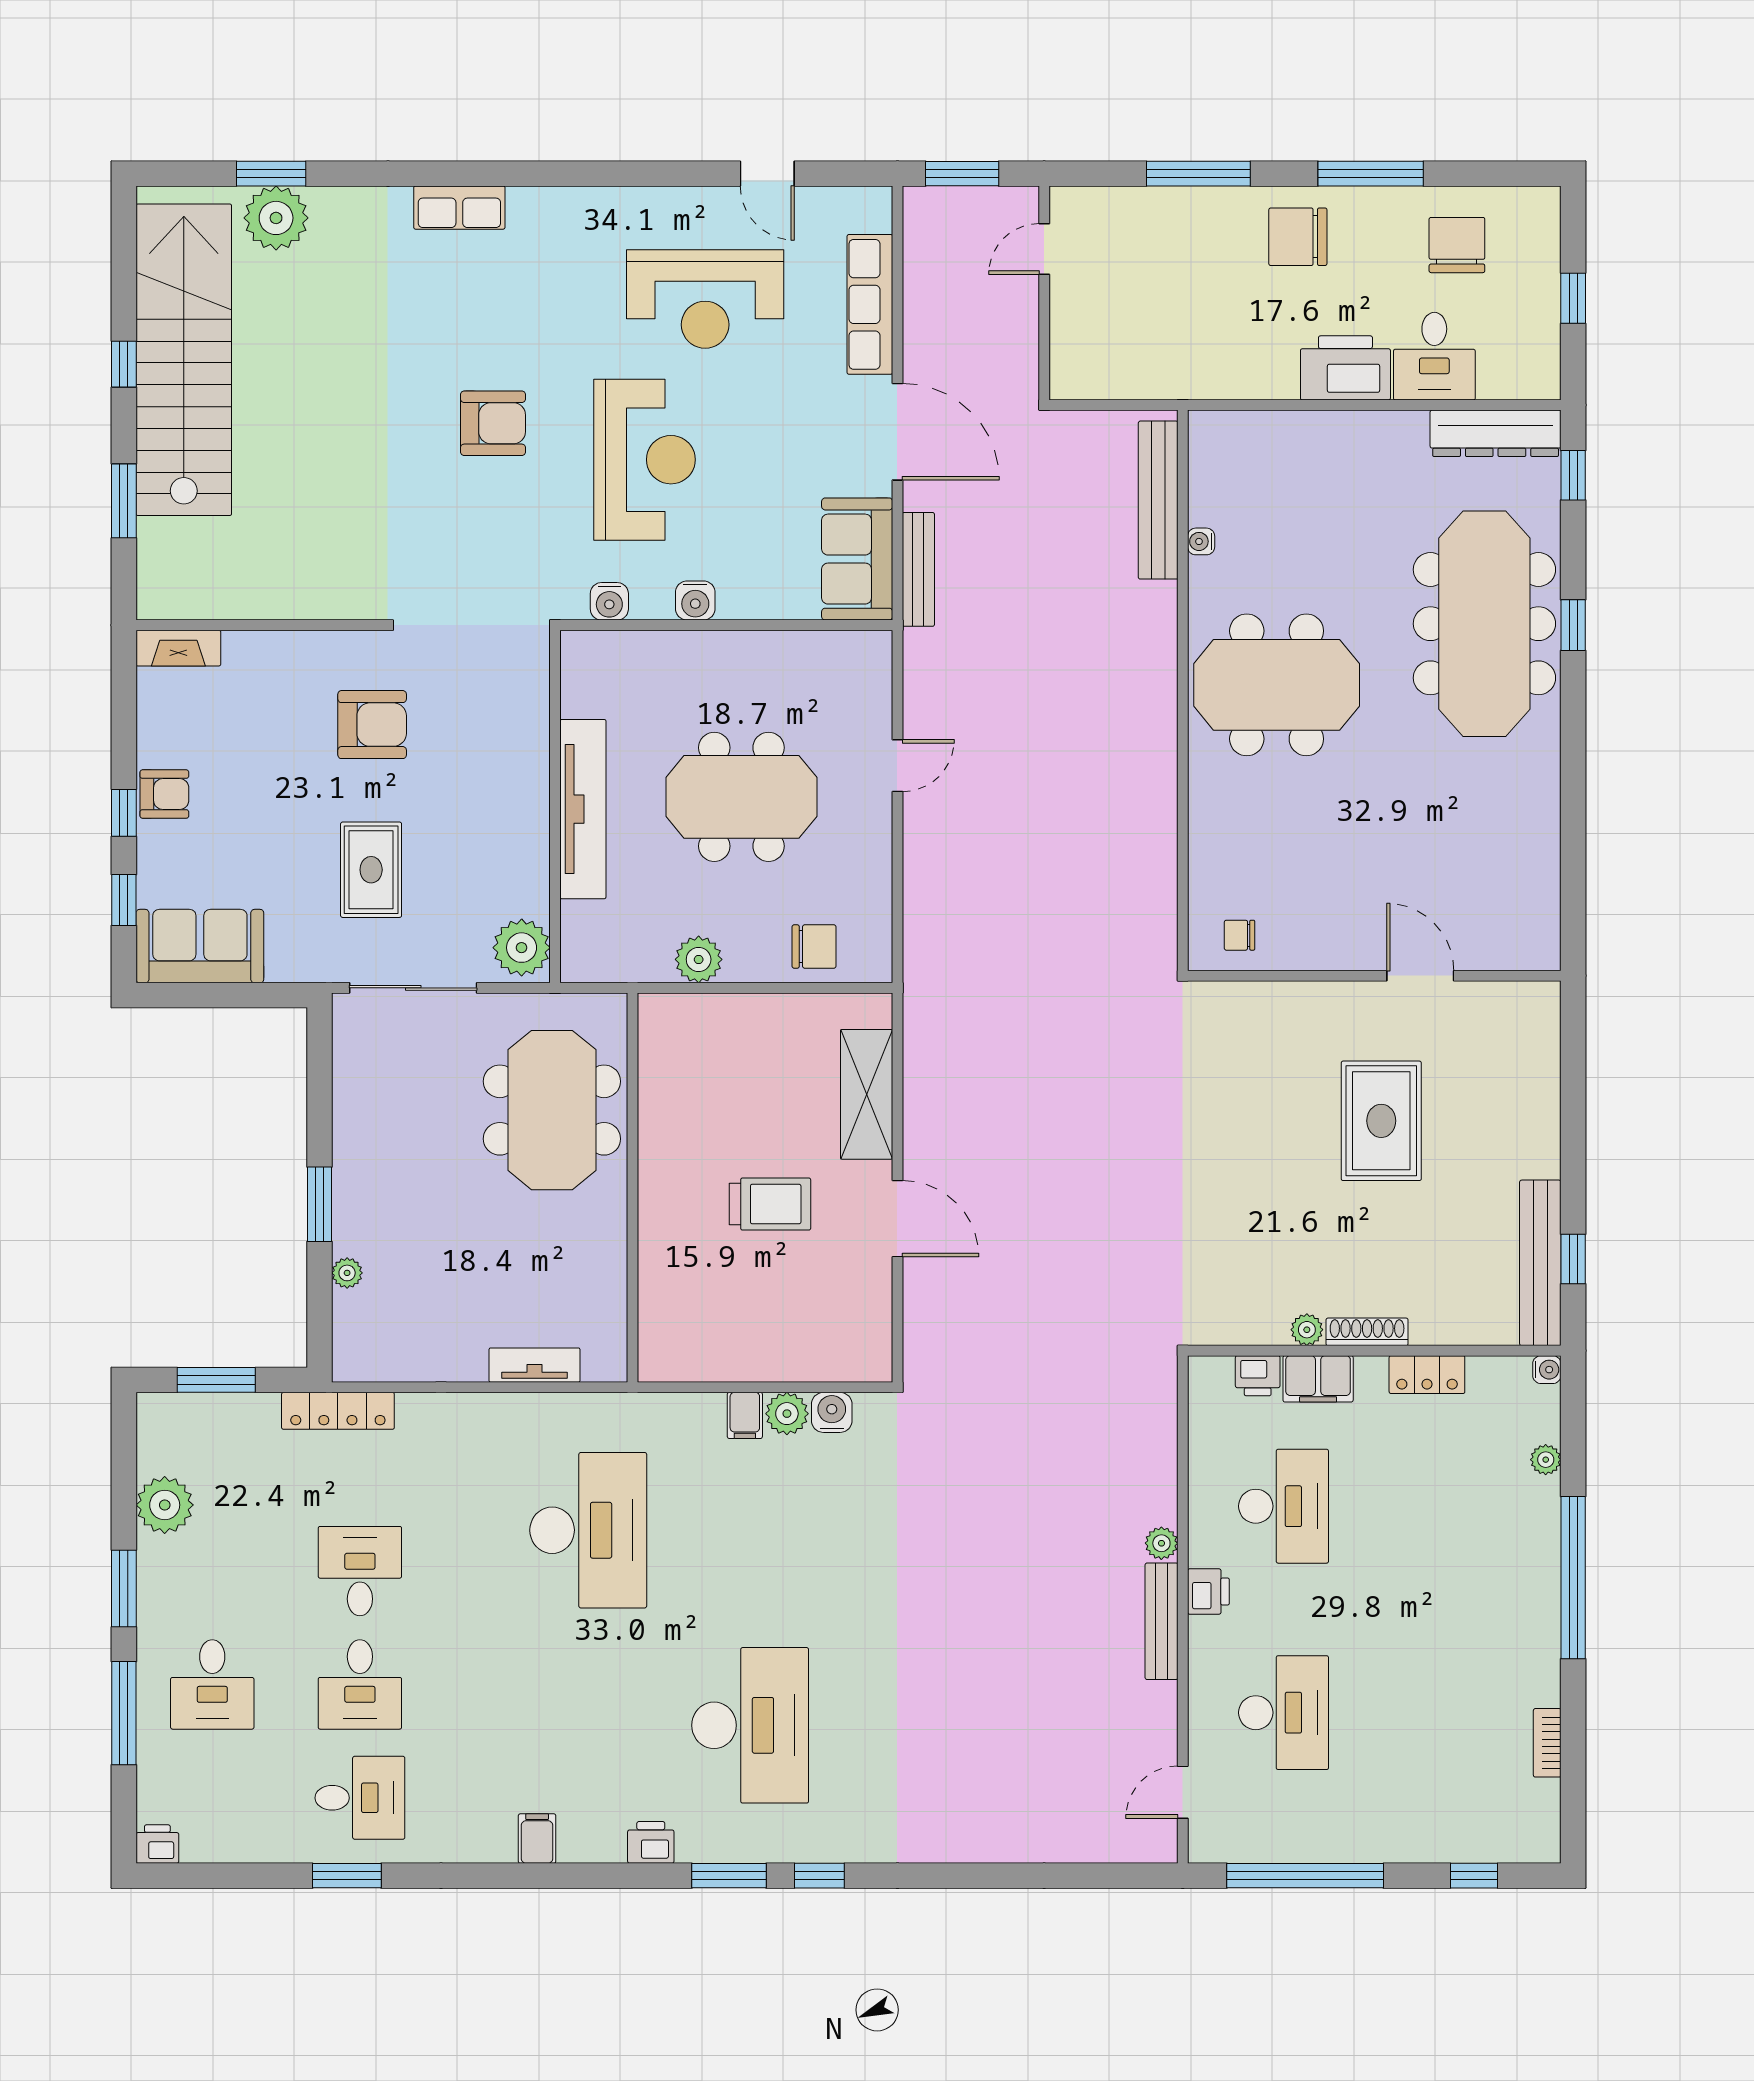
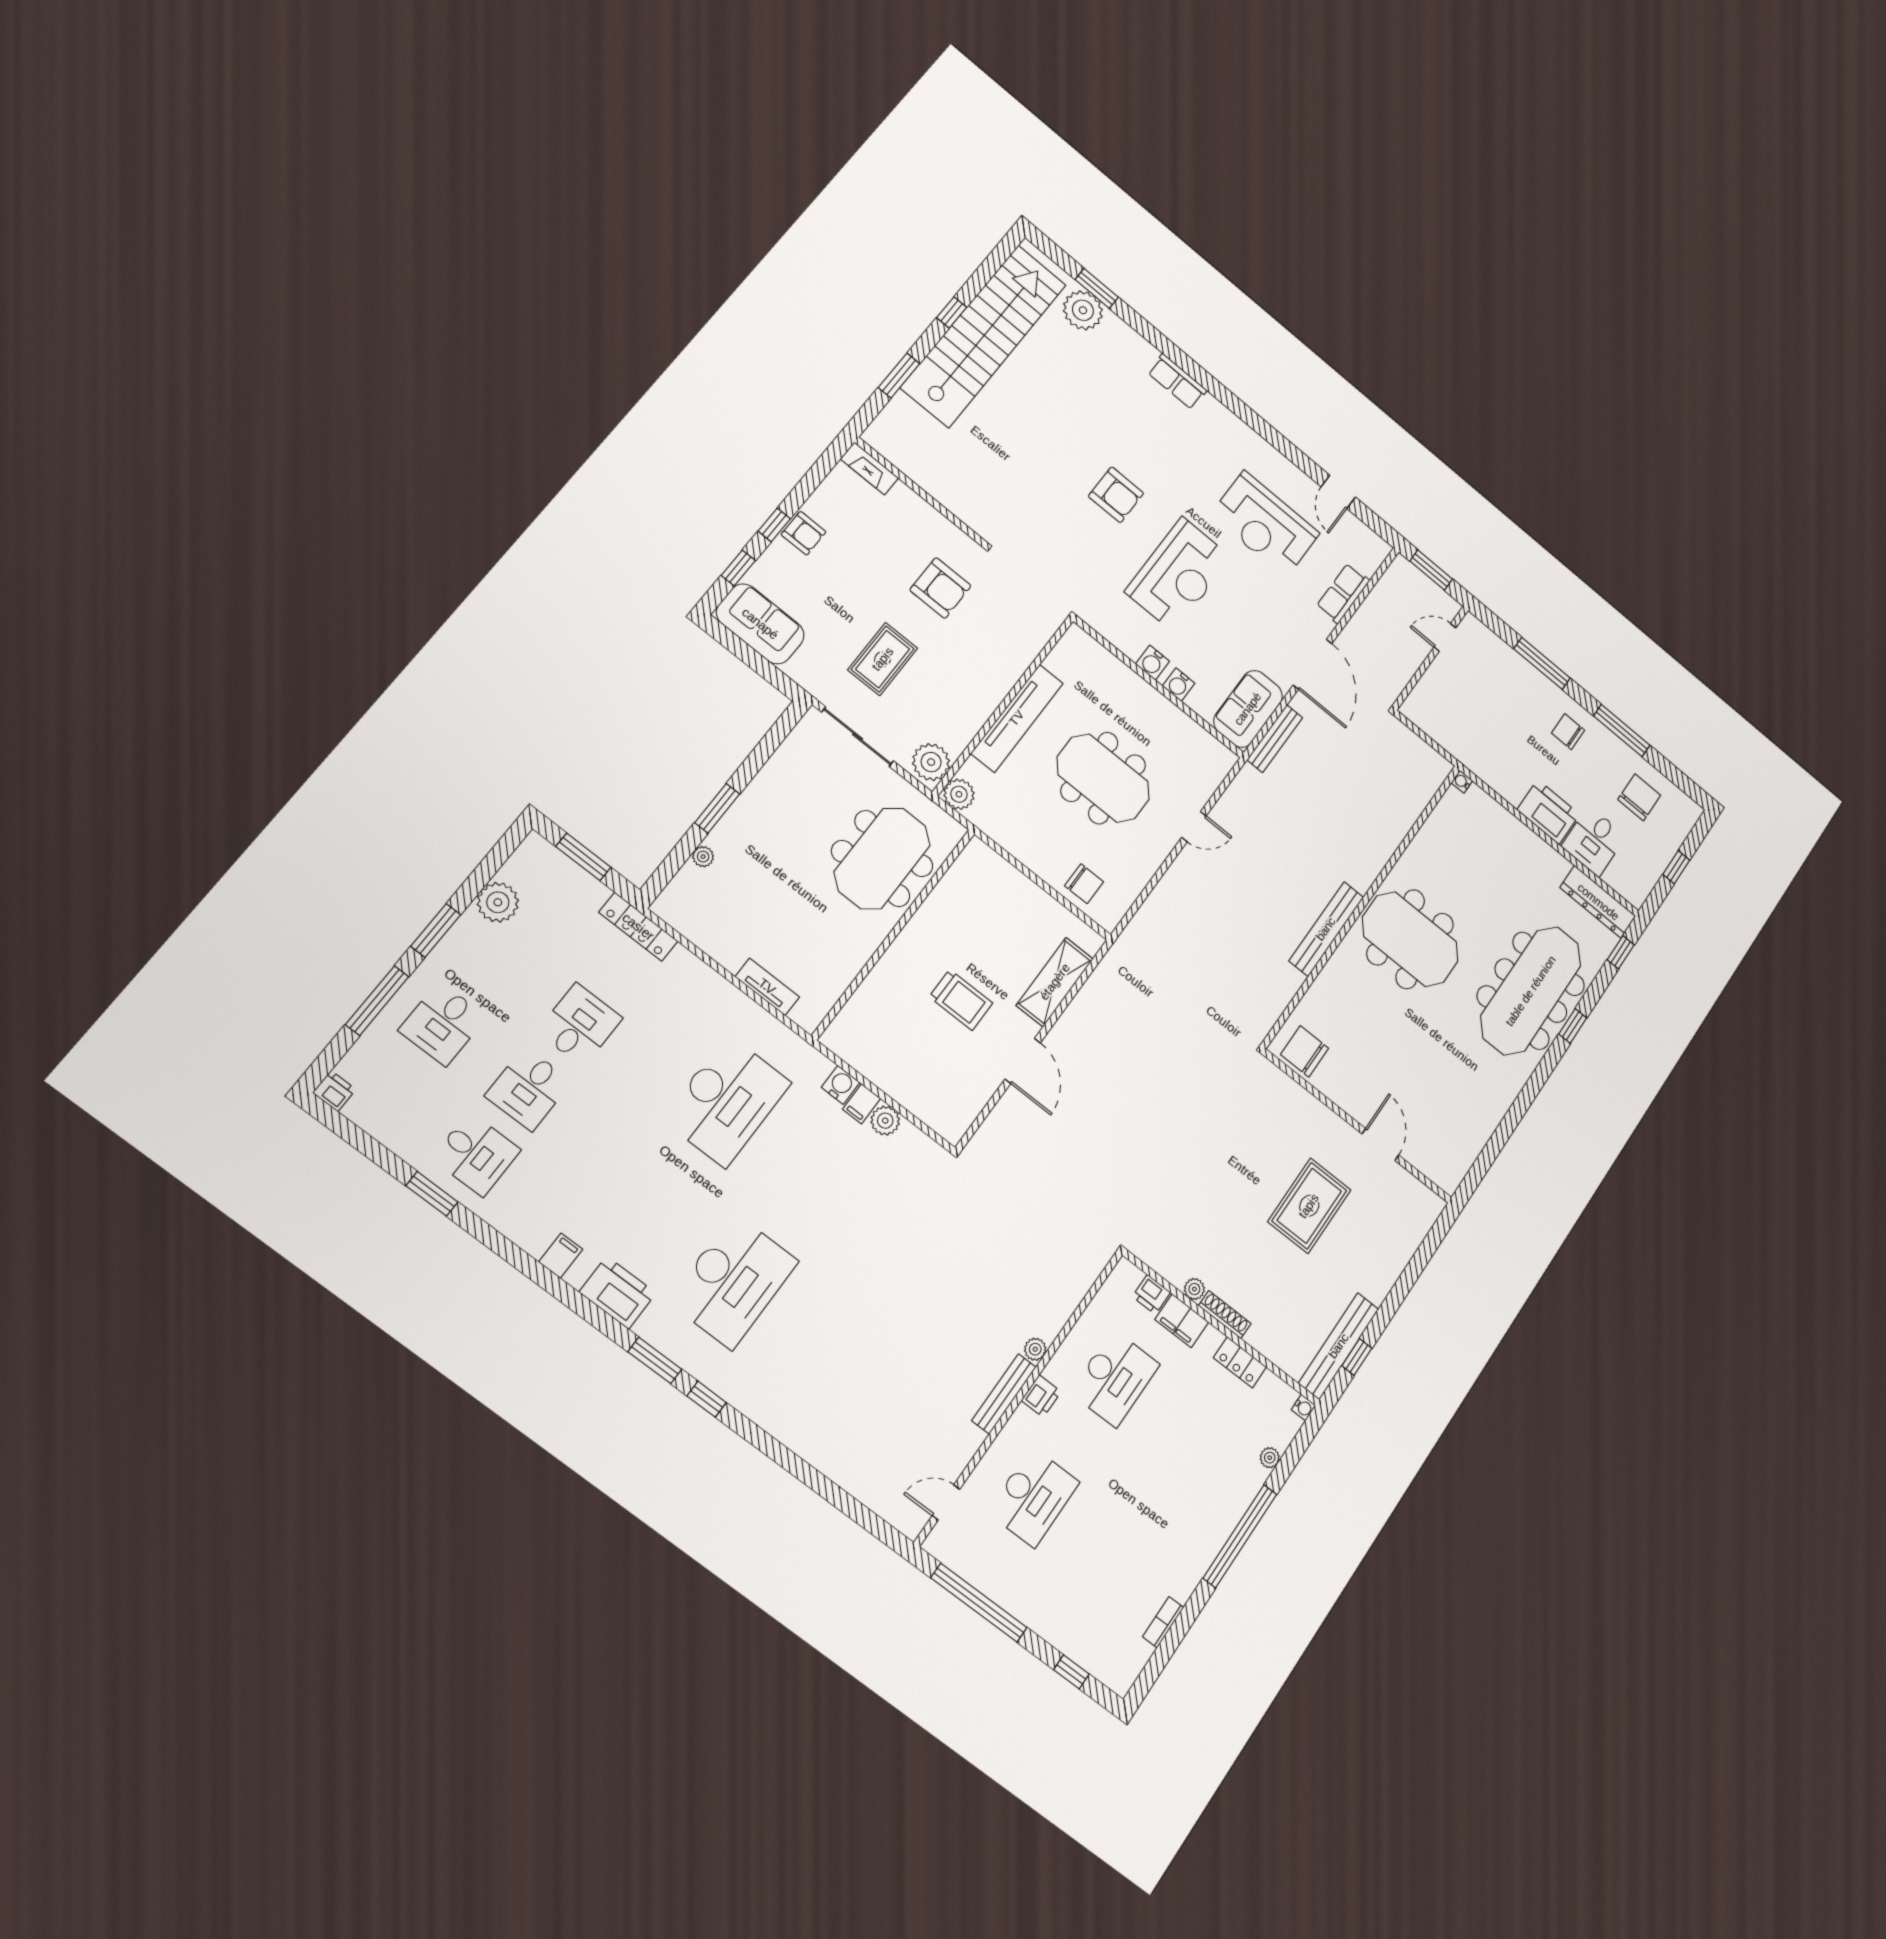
chair: (1298, 237) -> (1568, 732), width x0.73, depth x0.73
row of seats: (870, 304) -> (1343, 593), width x0.68
bench: (1158, 500) -> (1326, 929), moved
water cooler: (1201, 541) -> (1462, 782), moved
water cooler: (609, 601) -> (1179, 685), moved
chair: (1240, 935) -> (1305, 1051), width x1.87, depth x1.87
plant: (699, 959) -> (959, 794), moved
water cooler: (832, 1412) -> (841, 1085), moved
printer: (651, 1842) -> (618, 1292), width x1.87, depth x1.48

